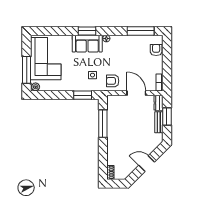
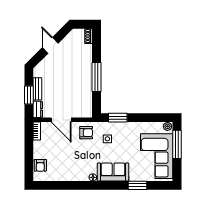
window: (87, 31) -> (137, 185), moved
window: (141, 31) -> (57, 185), removed
window: (103, 124) -> (96, 77), moved
door: (147, 164) -> (50, 45), swing flipped

